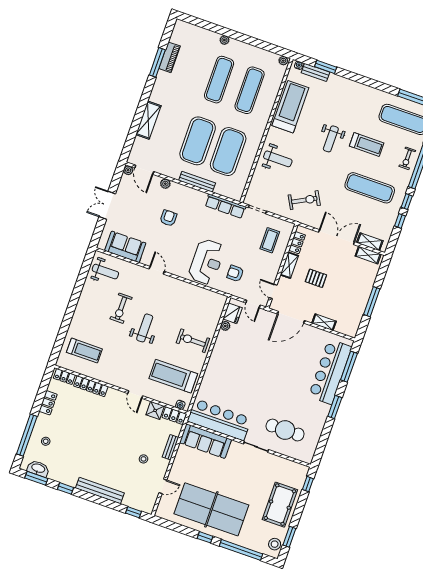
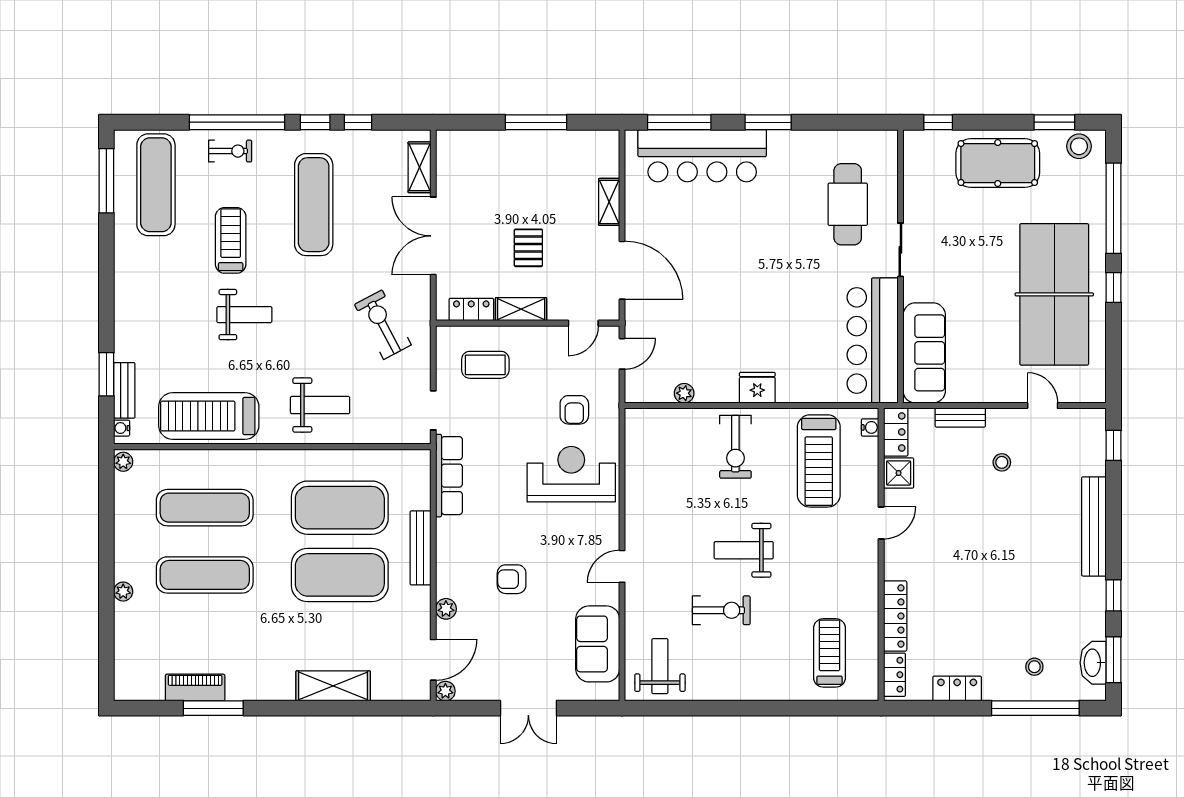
weight bench: (278, 159) -> (320, 405), turned 90
shelving: (368, 255) -> (447, 161), removed
fridge: (233, 313) -> (757, 388), moved

